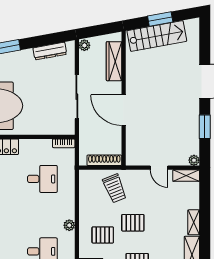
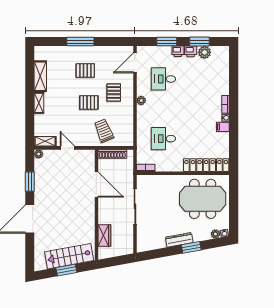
plant: (84, 45) -> (129, 249), removed
dresser: (50, 51) -> (179, 240), moved
wardrobe: (114, 61) -> (104, 236), width x0.67
door: (124, 110) -> (96, 184), moved
pallet: (103, 235) -> (114, 92), turned 90

